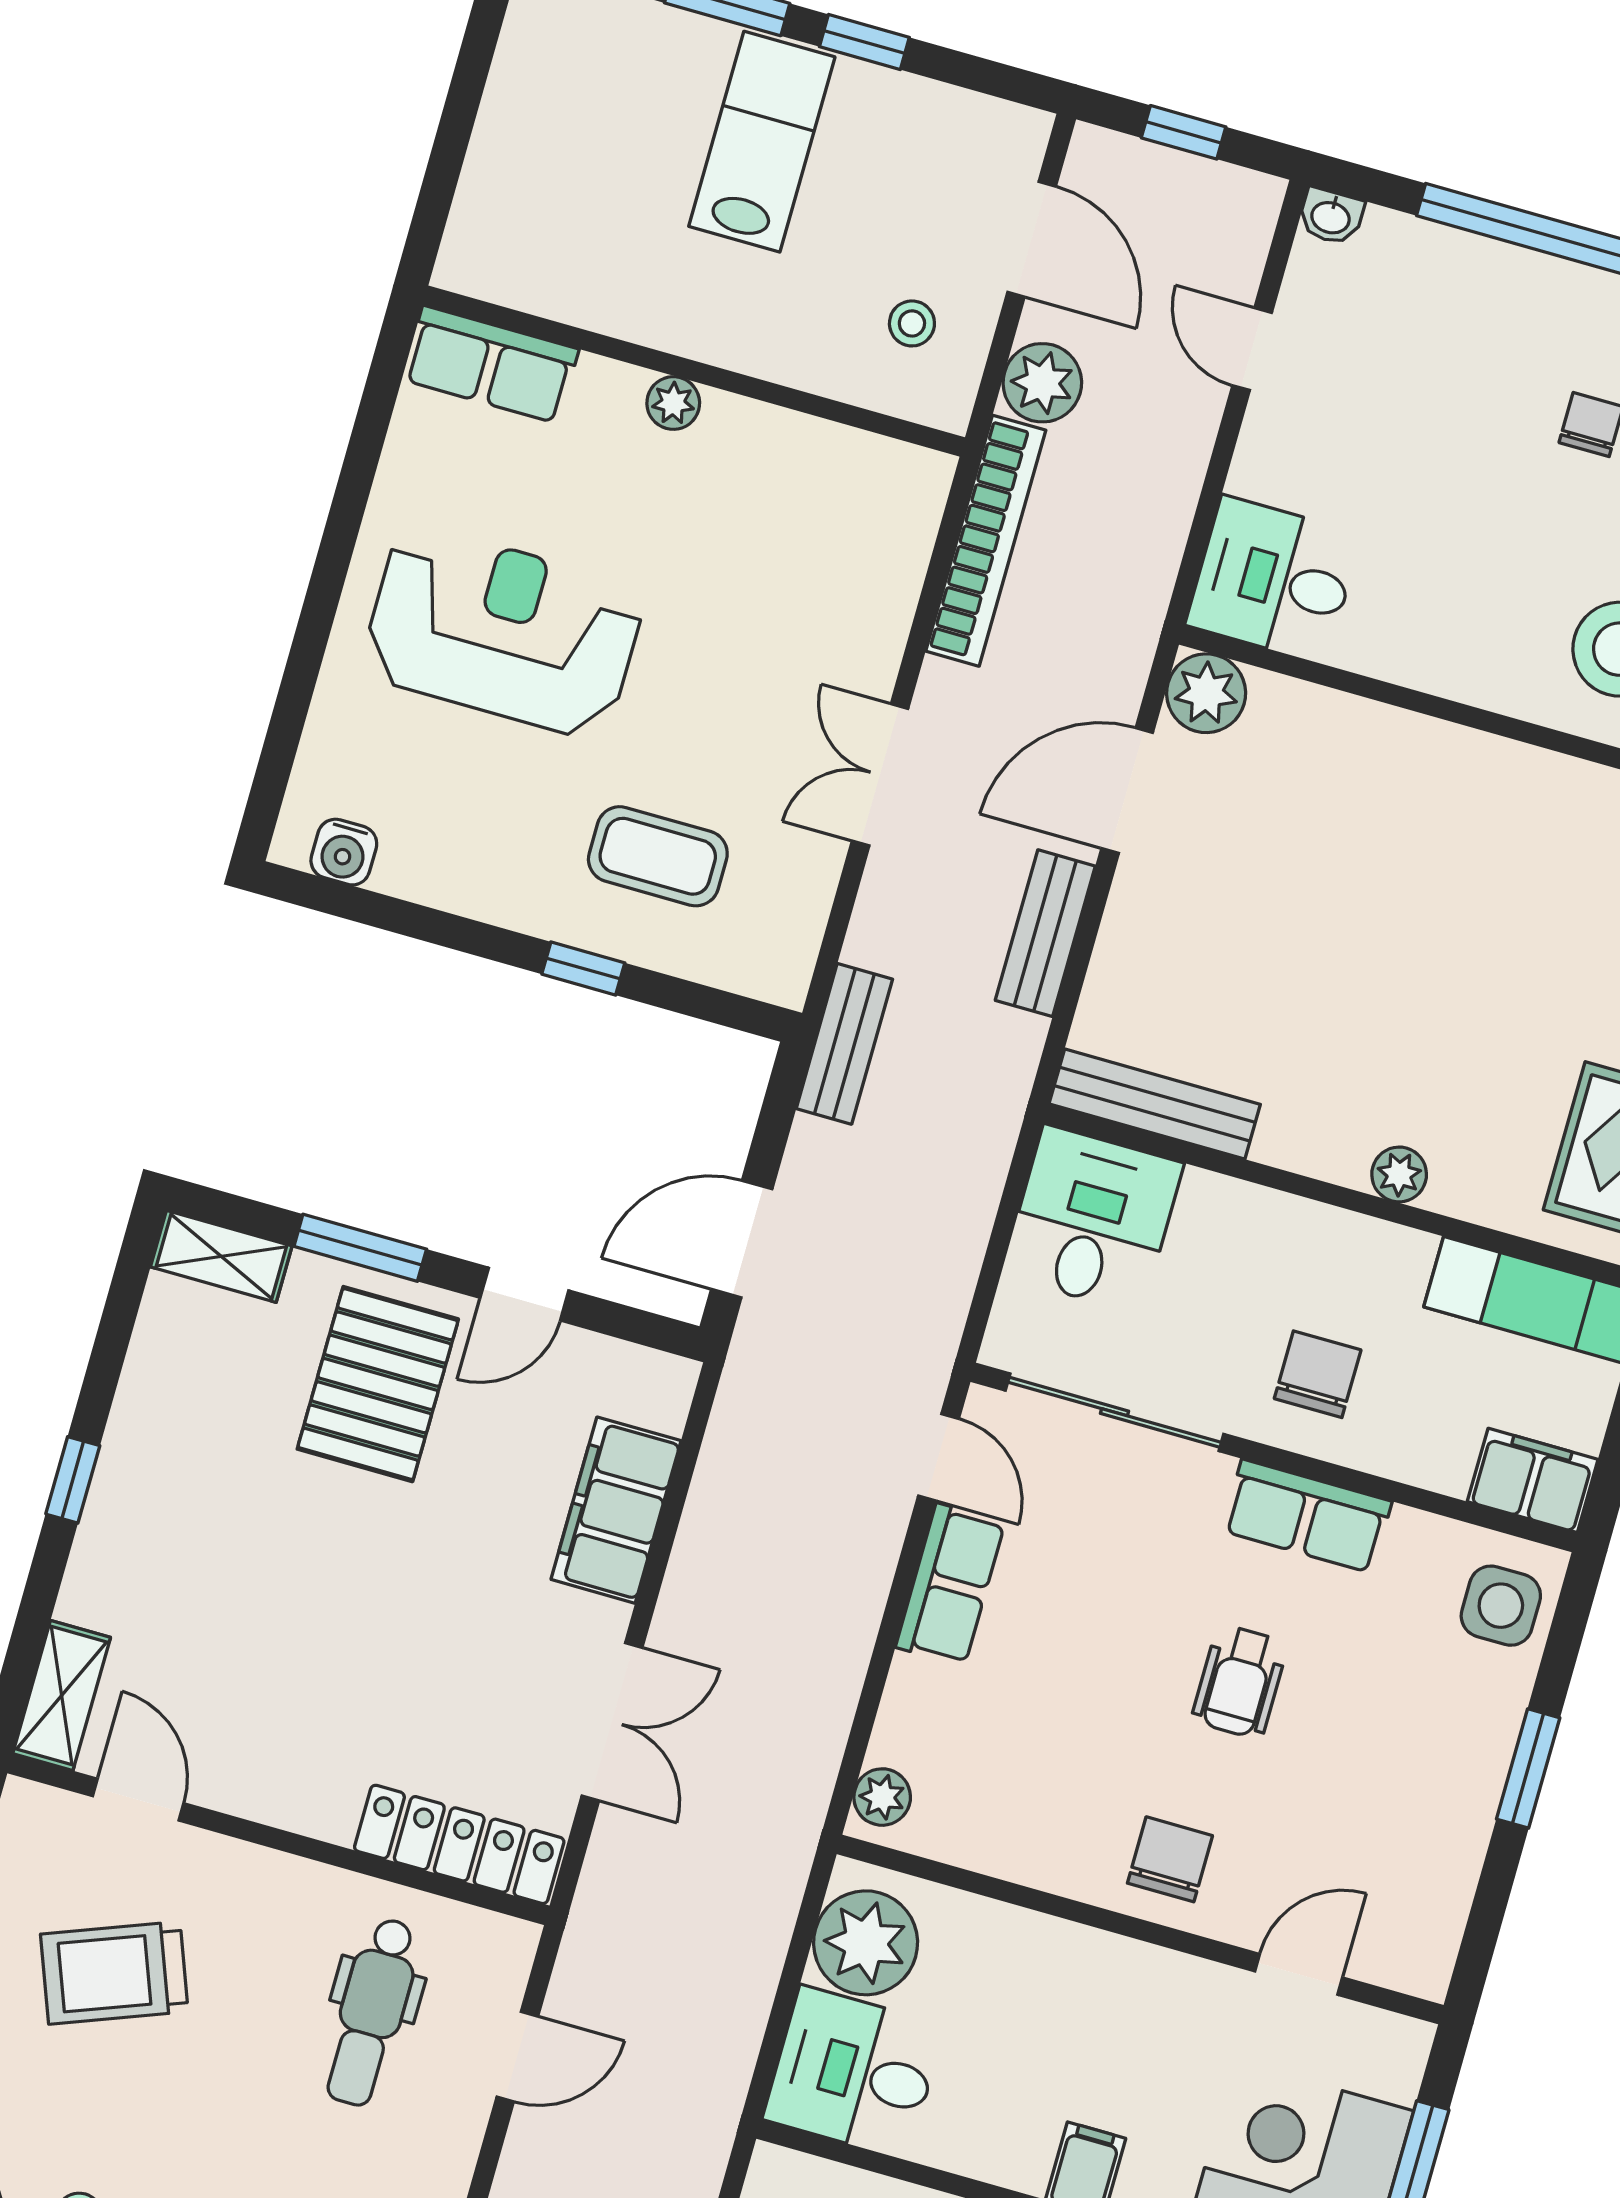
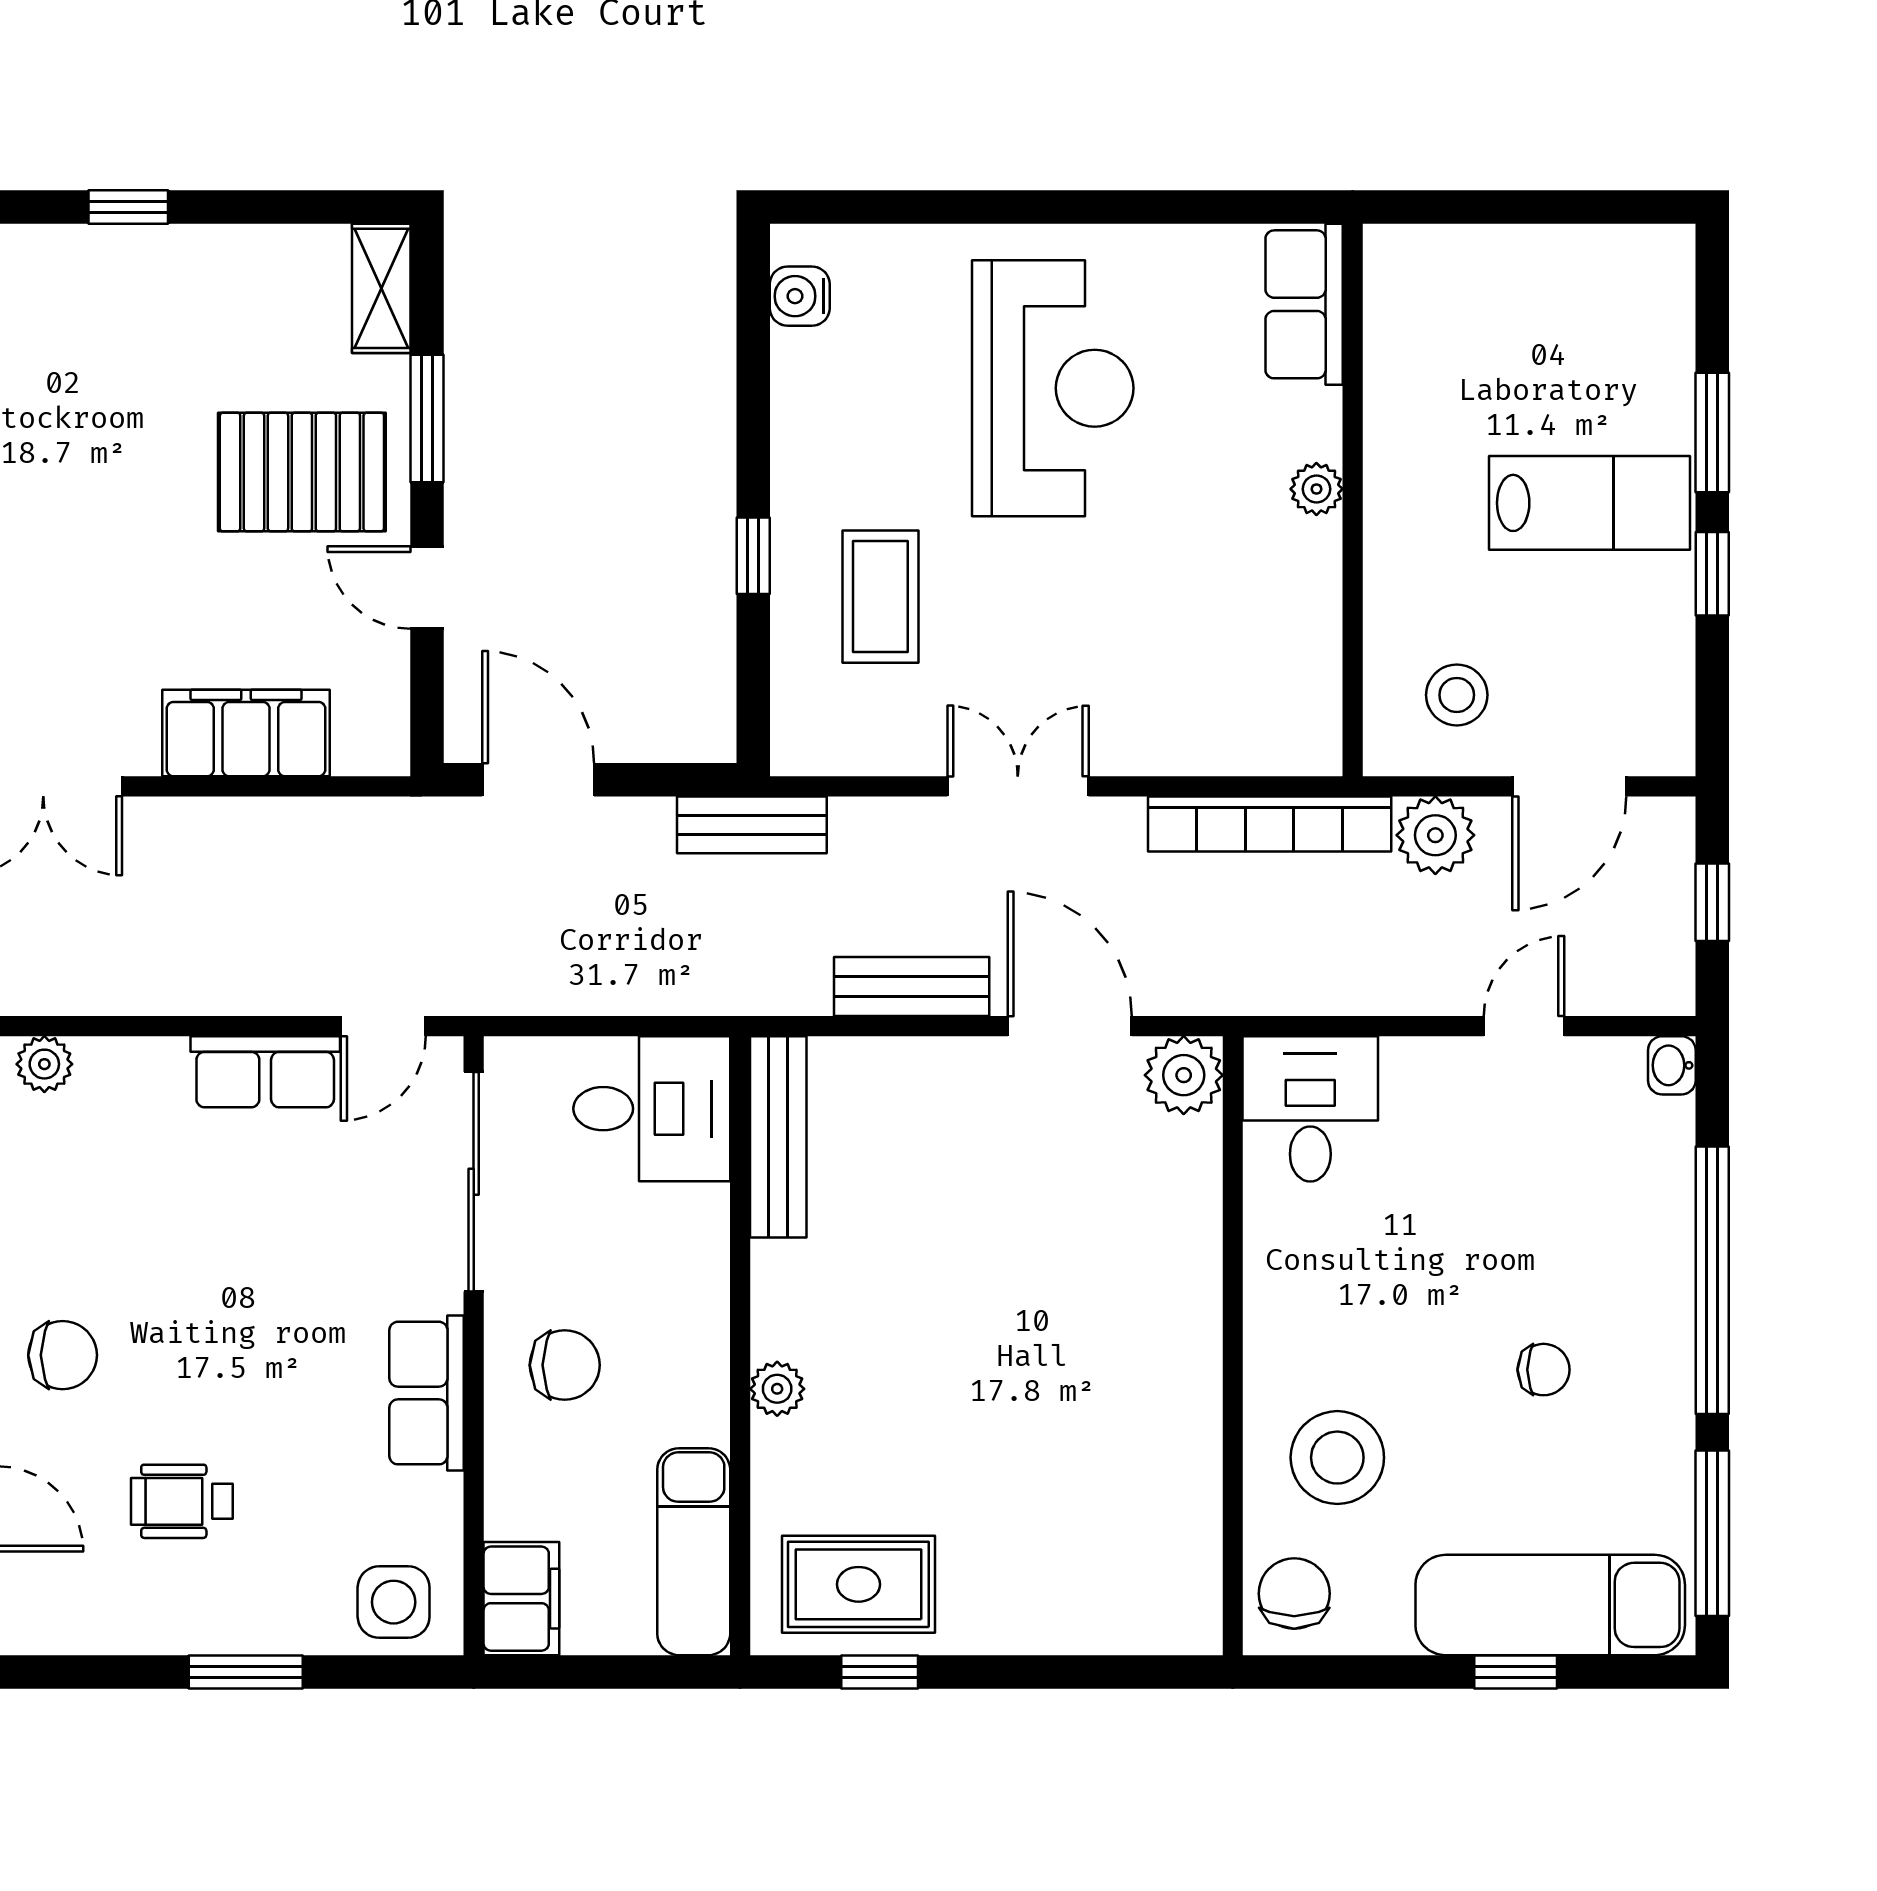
stool: (912, 323) -> (1457, 695), width x1.37, depth x1.37
wheelchair: (1240, 1682) -> (182, 1501), moved

